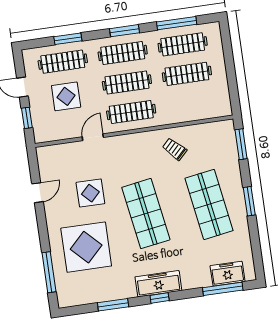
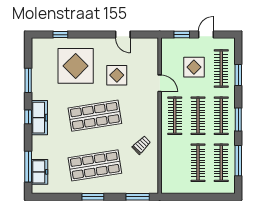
window: (49, 272) -> (60, 35), width x0.46

